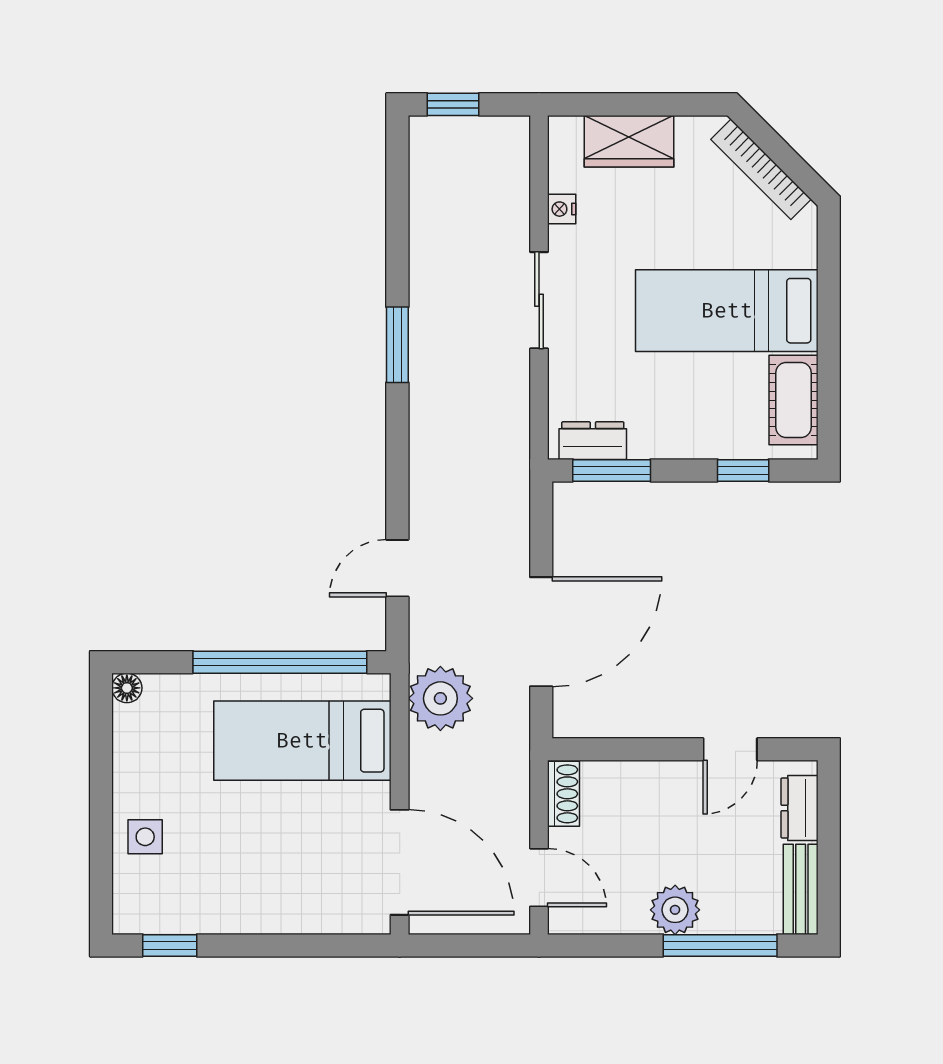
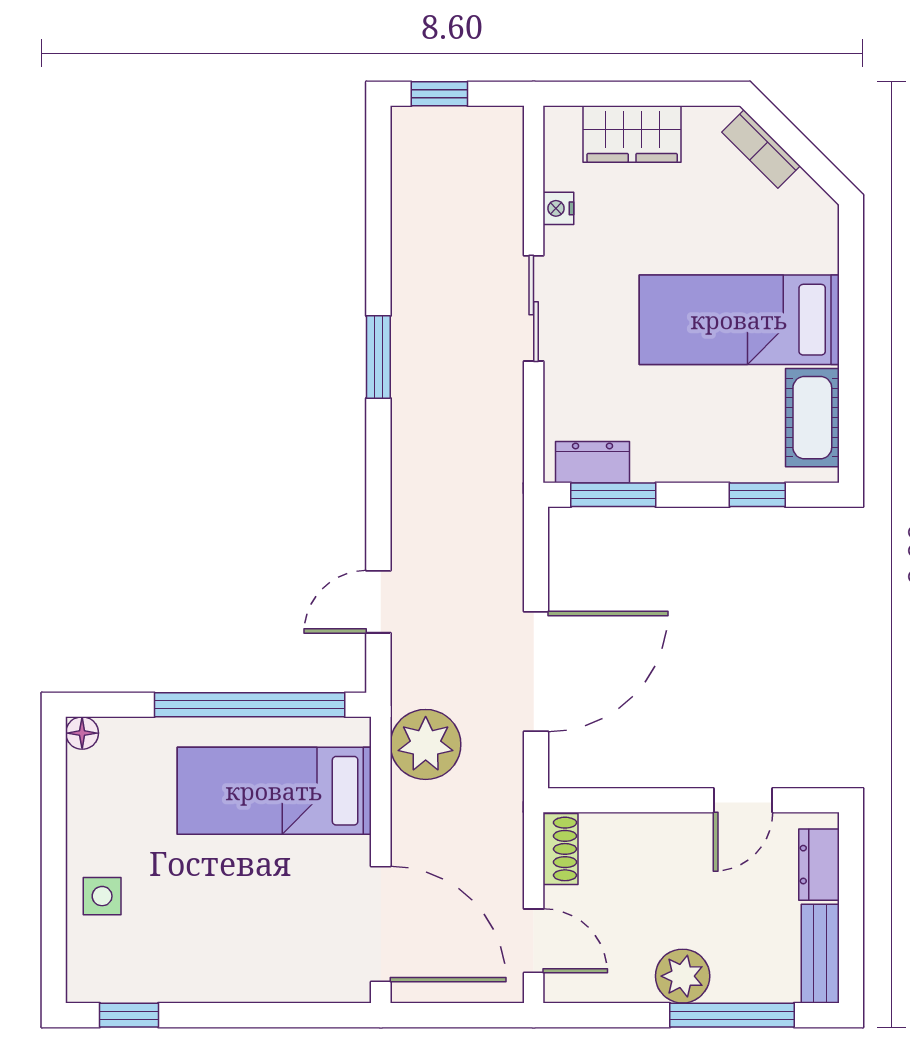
bookcase: (761, 169) -> (761, 149), width x0.64

